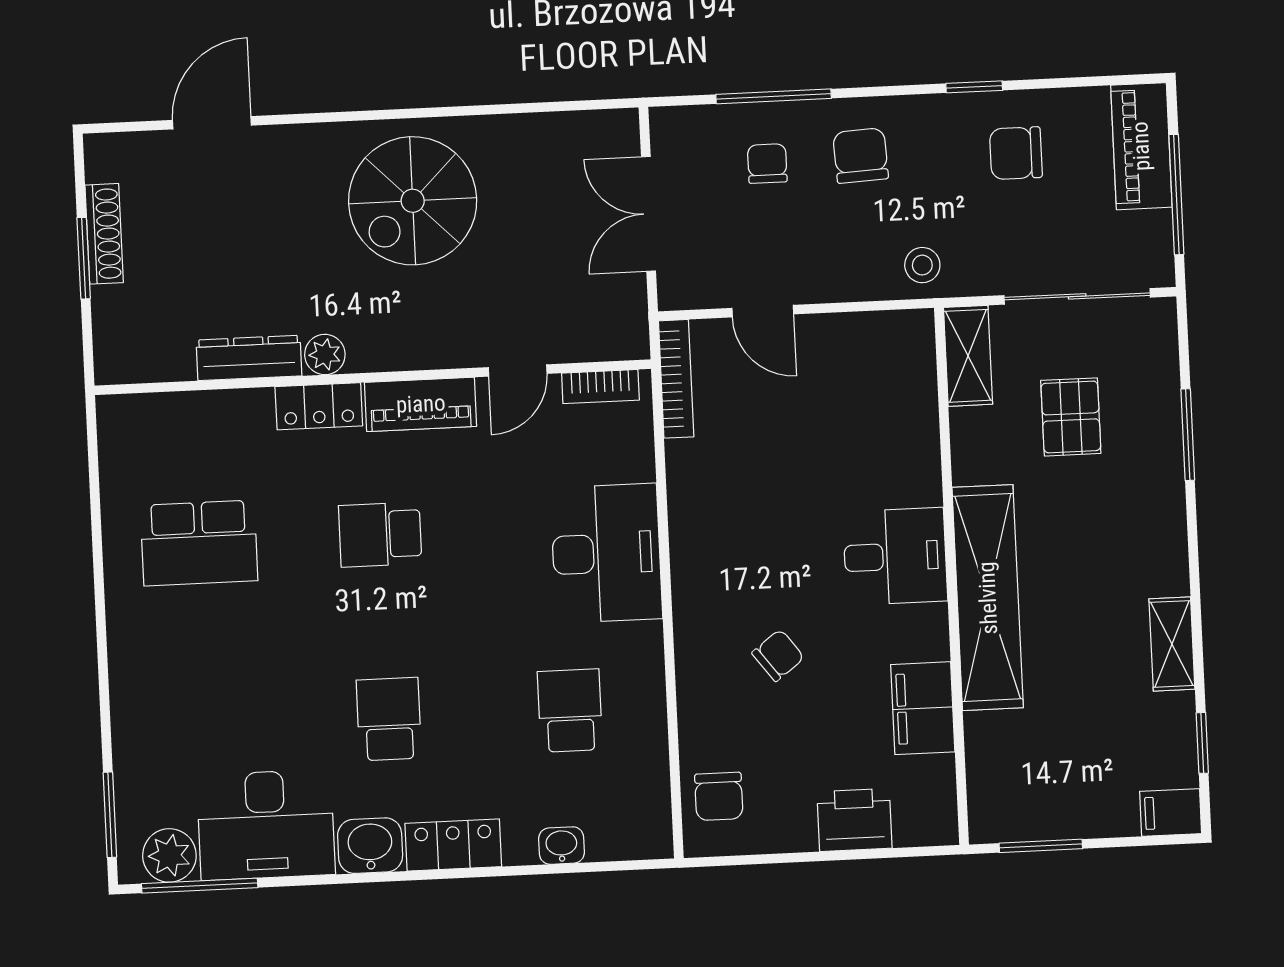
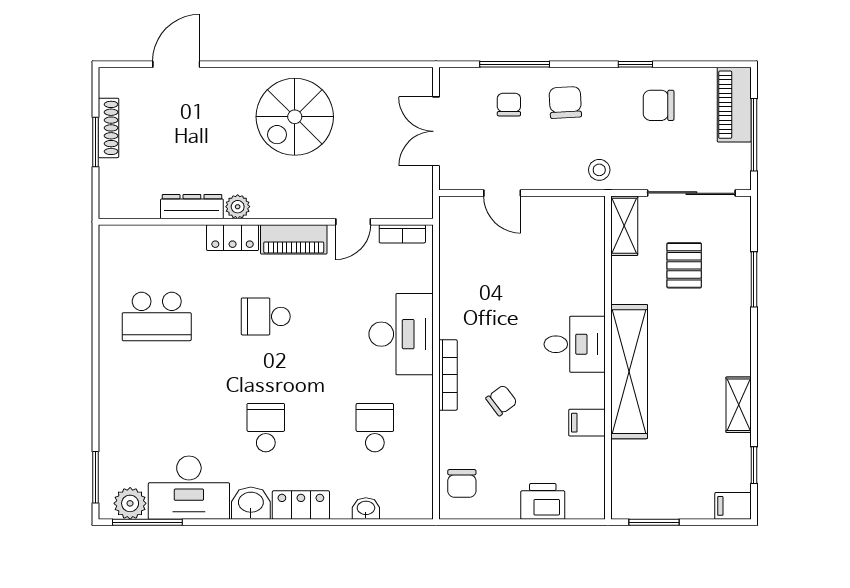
bookcase: (676, 379) -> (448, 375), moved
filing cabinet: (923, 708) -> (587, 423), width x0.50

